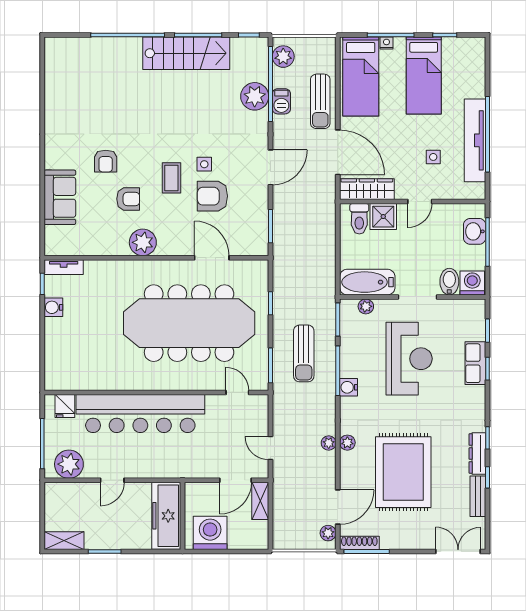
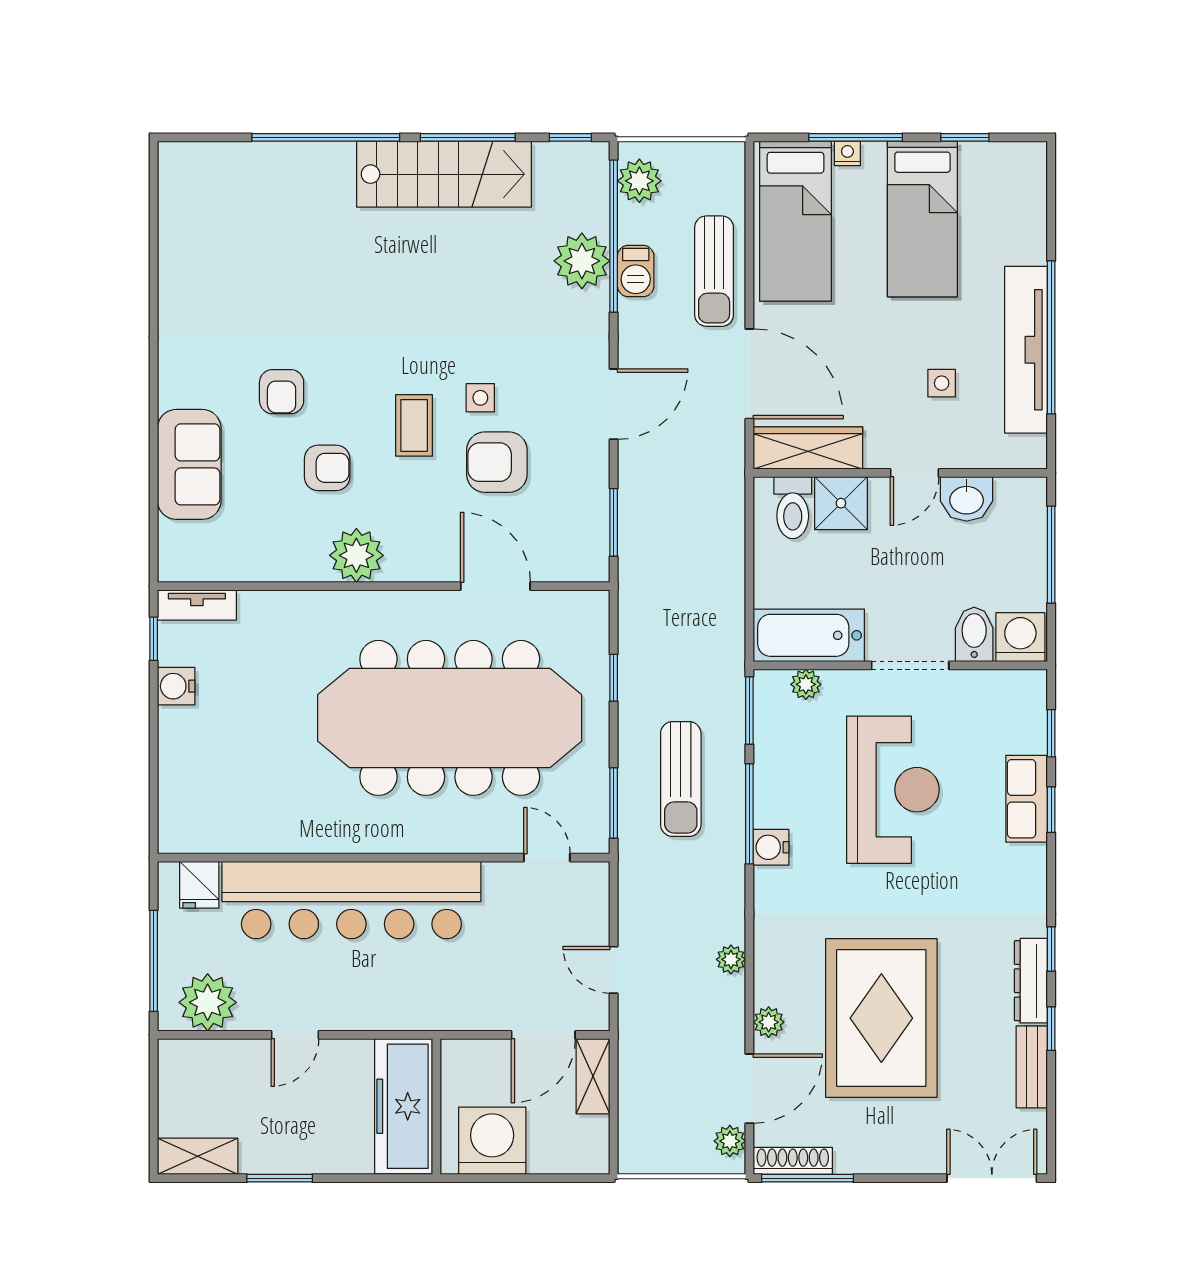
washbasin: (475, 231) -> (967, 499), moved, turned -90
plant: (347, 443) -> (769, 1022), moved

